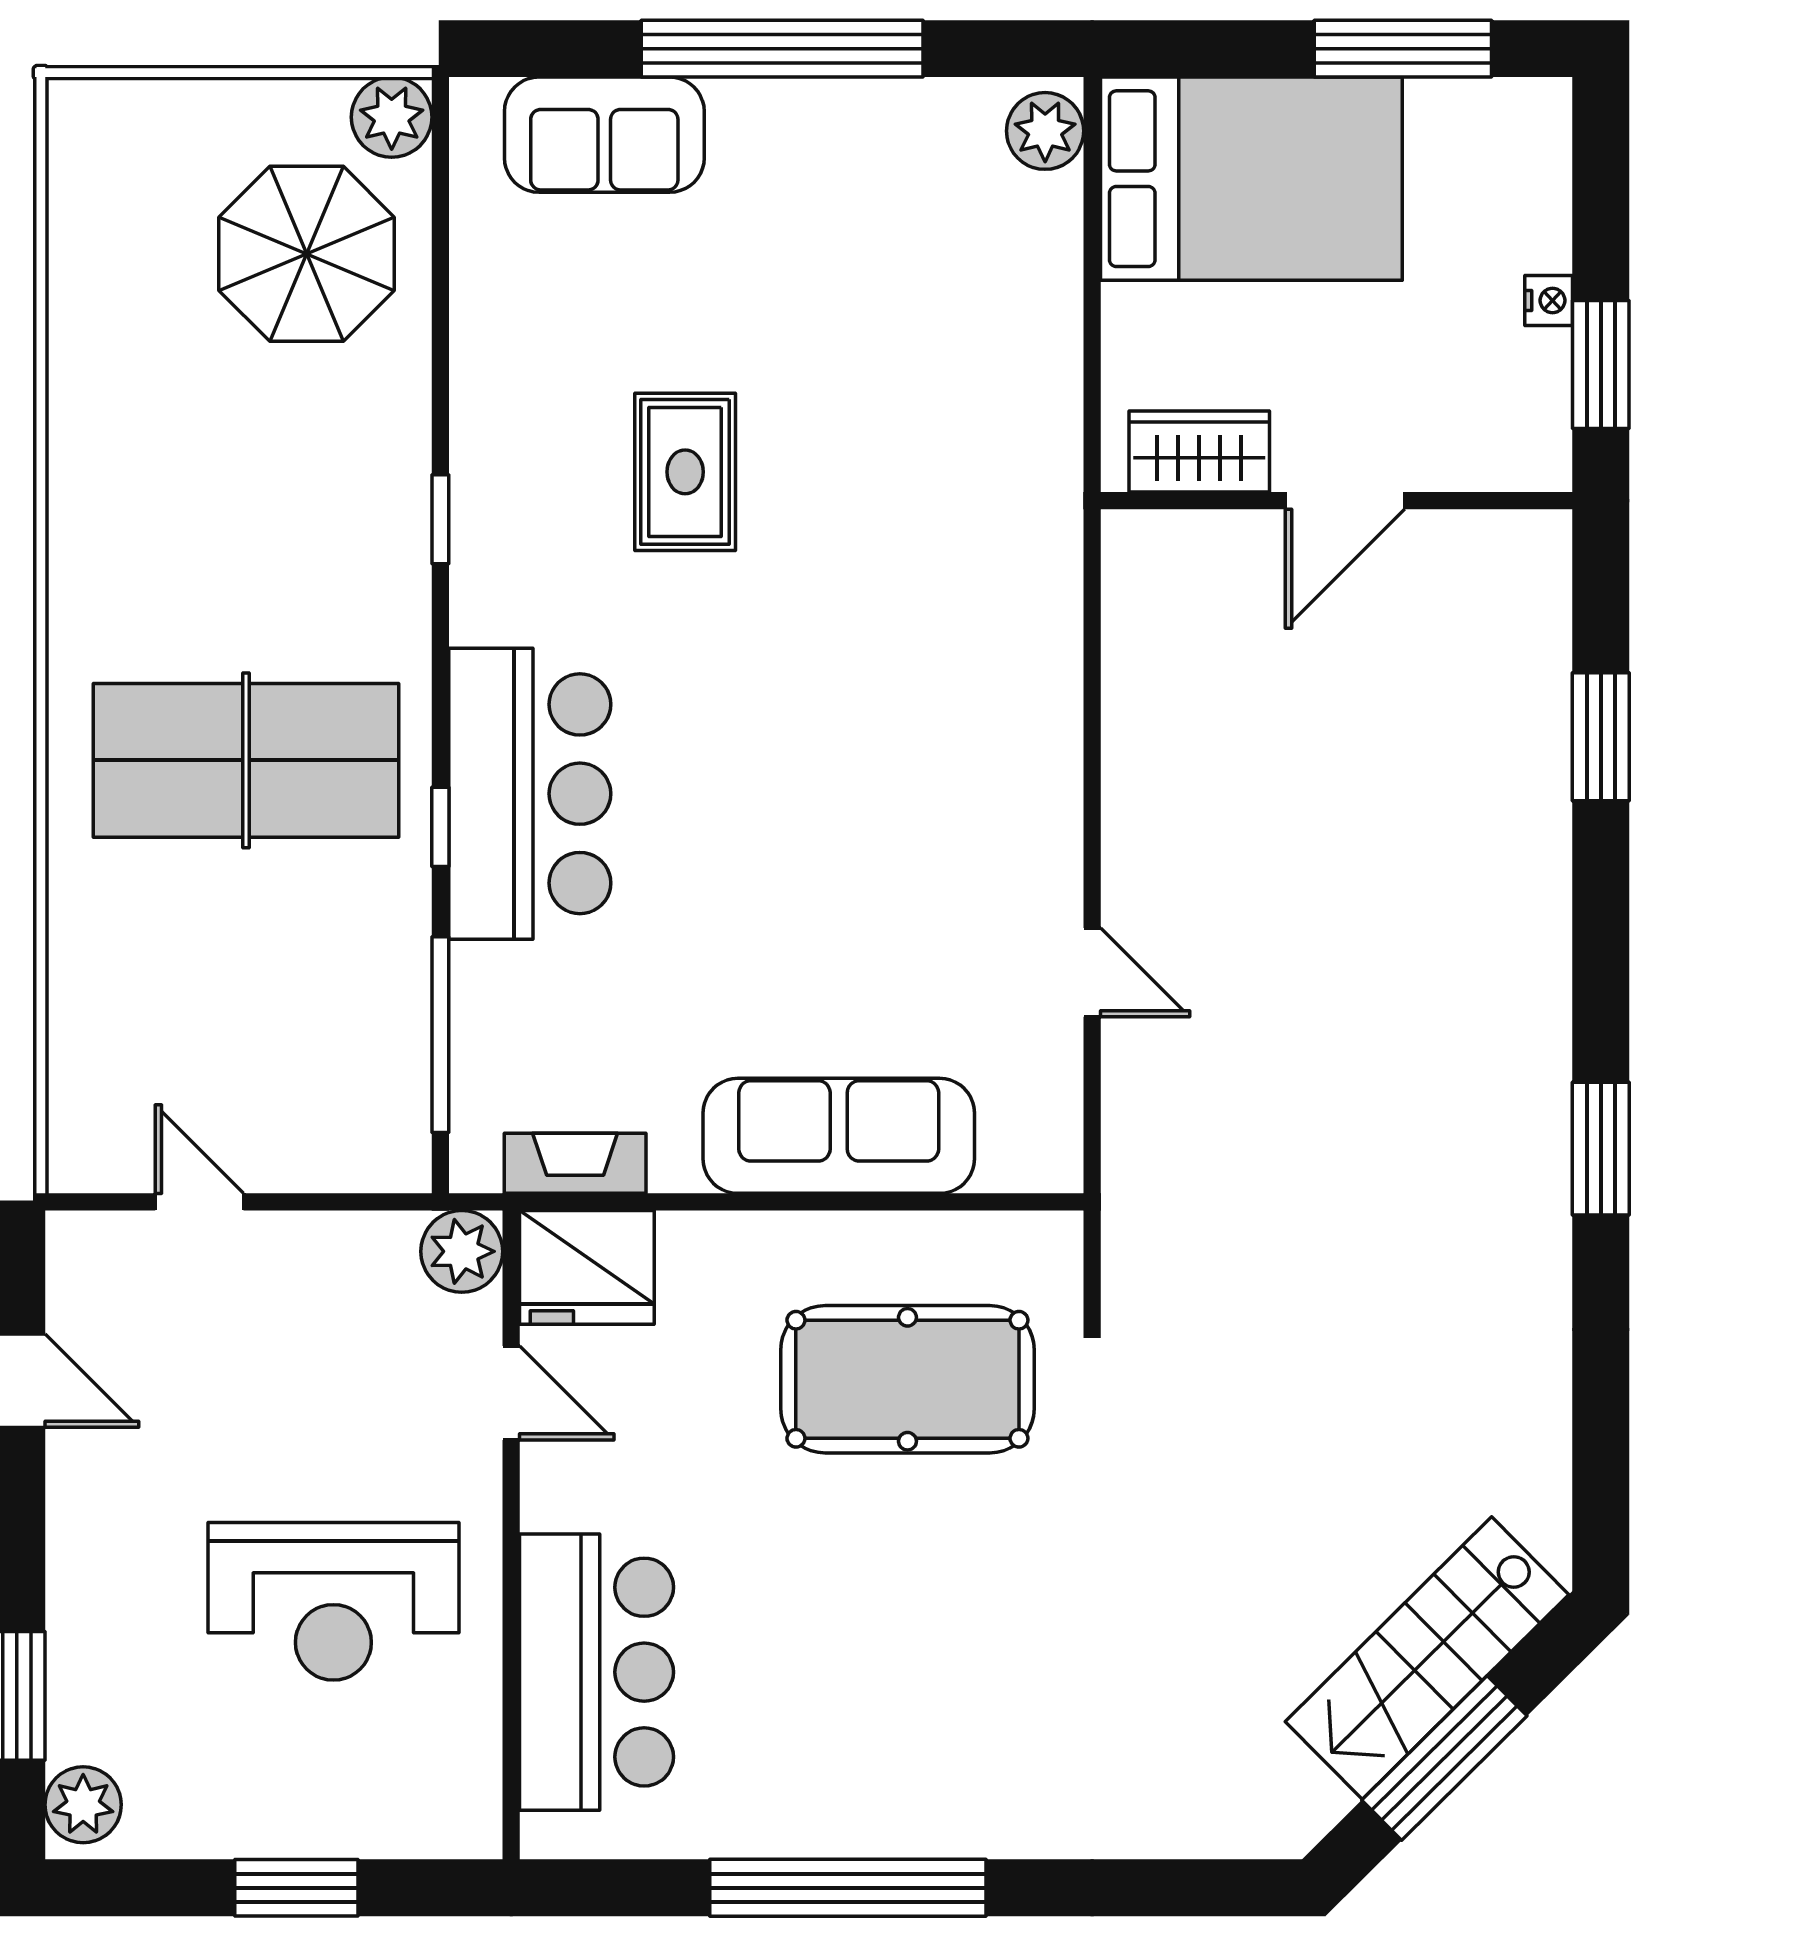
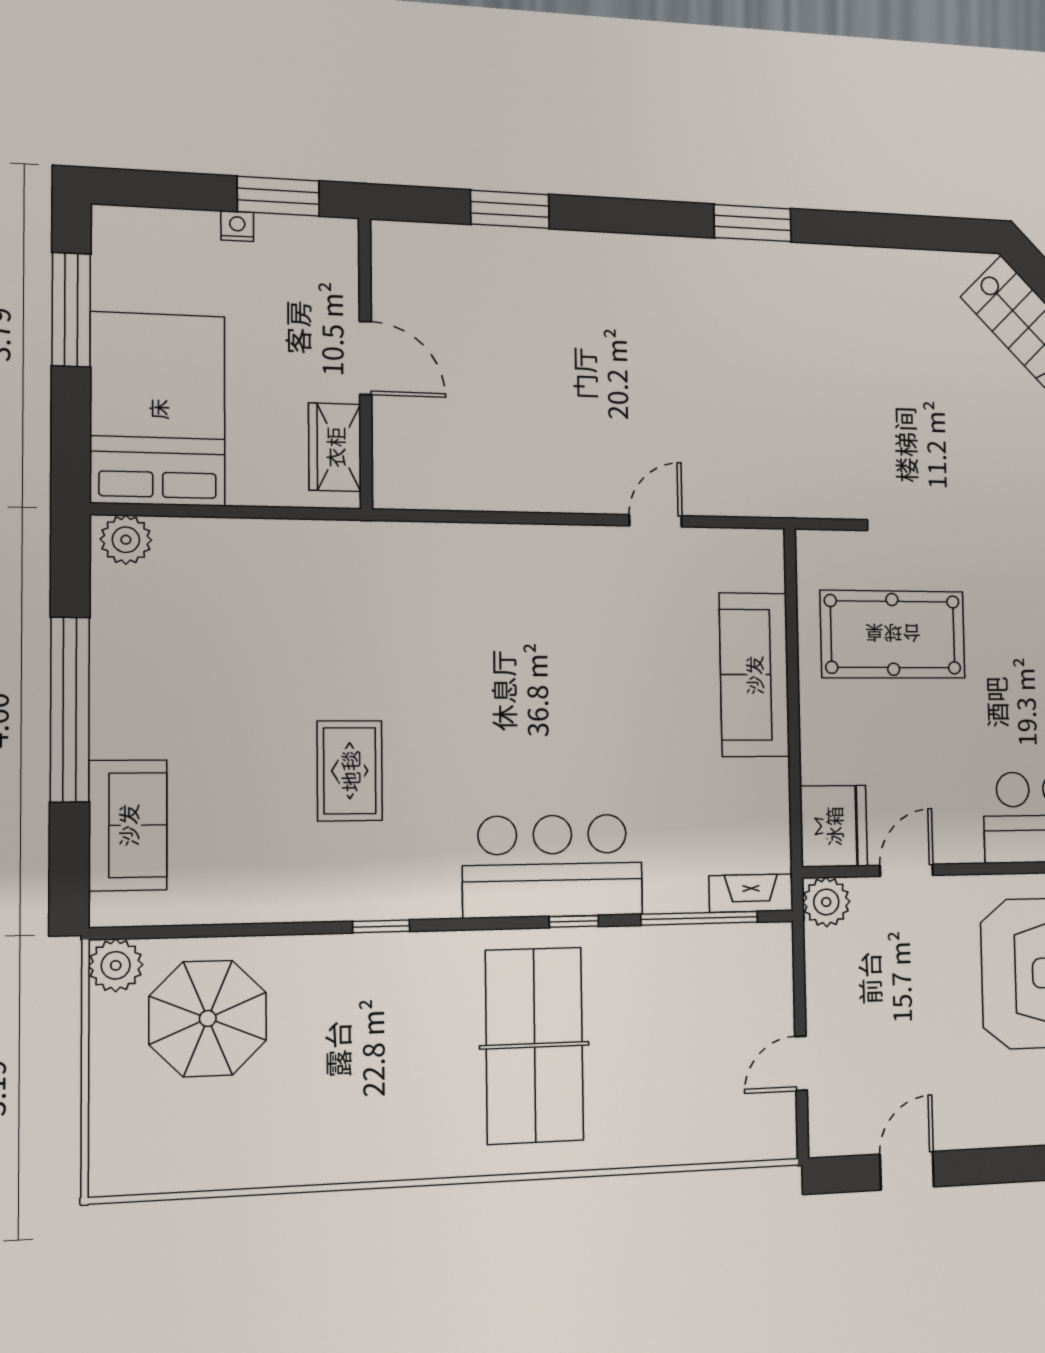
rug: (685, 472) -> (350, 771), turned 90
fireplace: (575, 1163) -> (751, 893), moved, turned 90
pool table: (907, 1379) -> (893, 634), turned 90

